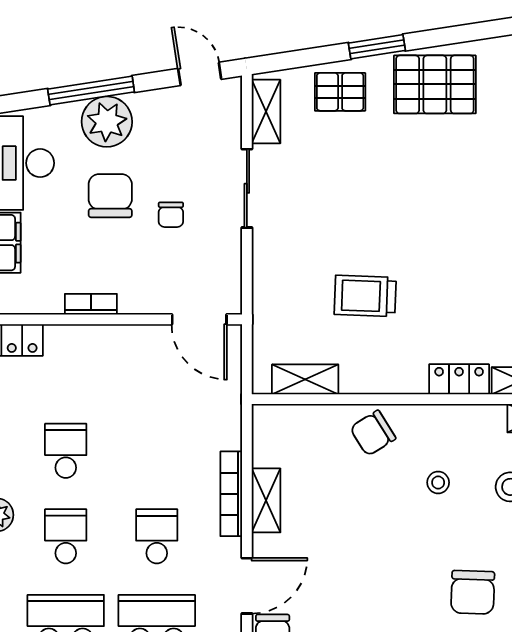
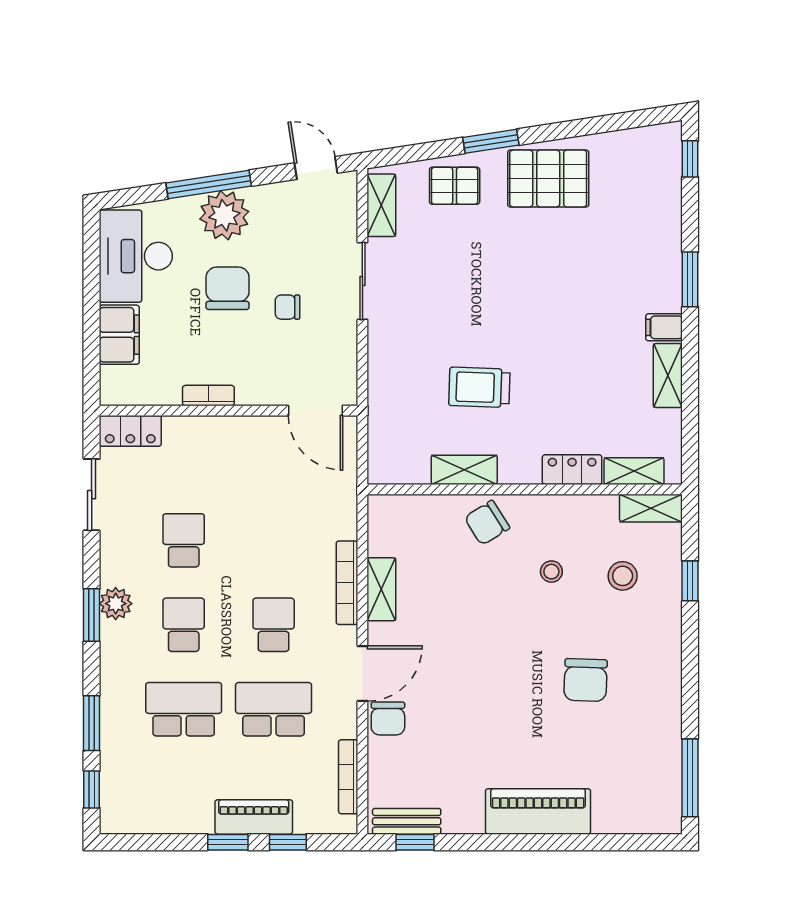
chair: (171, 215) -> (287, 307), turned 90
shelving: (305, 379) -> (464, 470), moved

